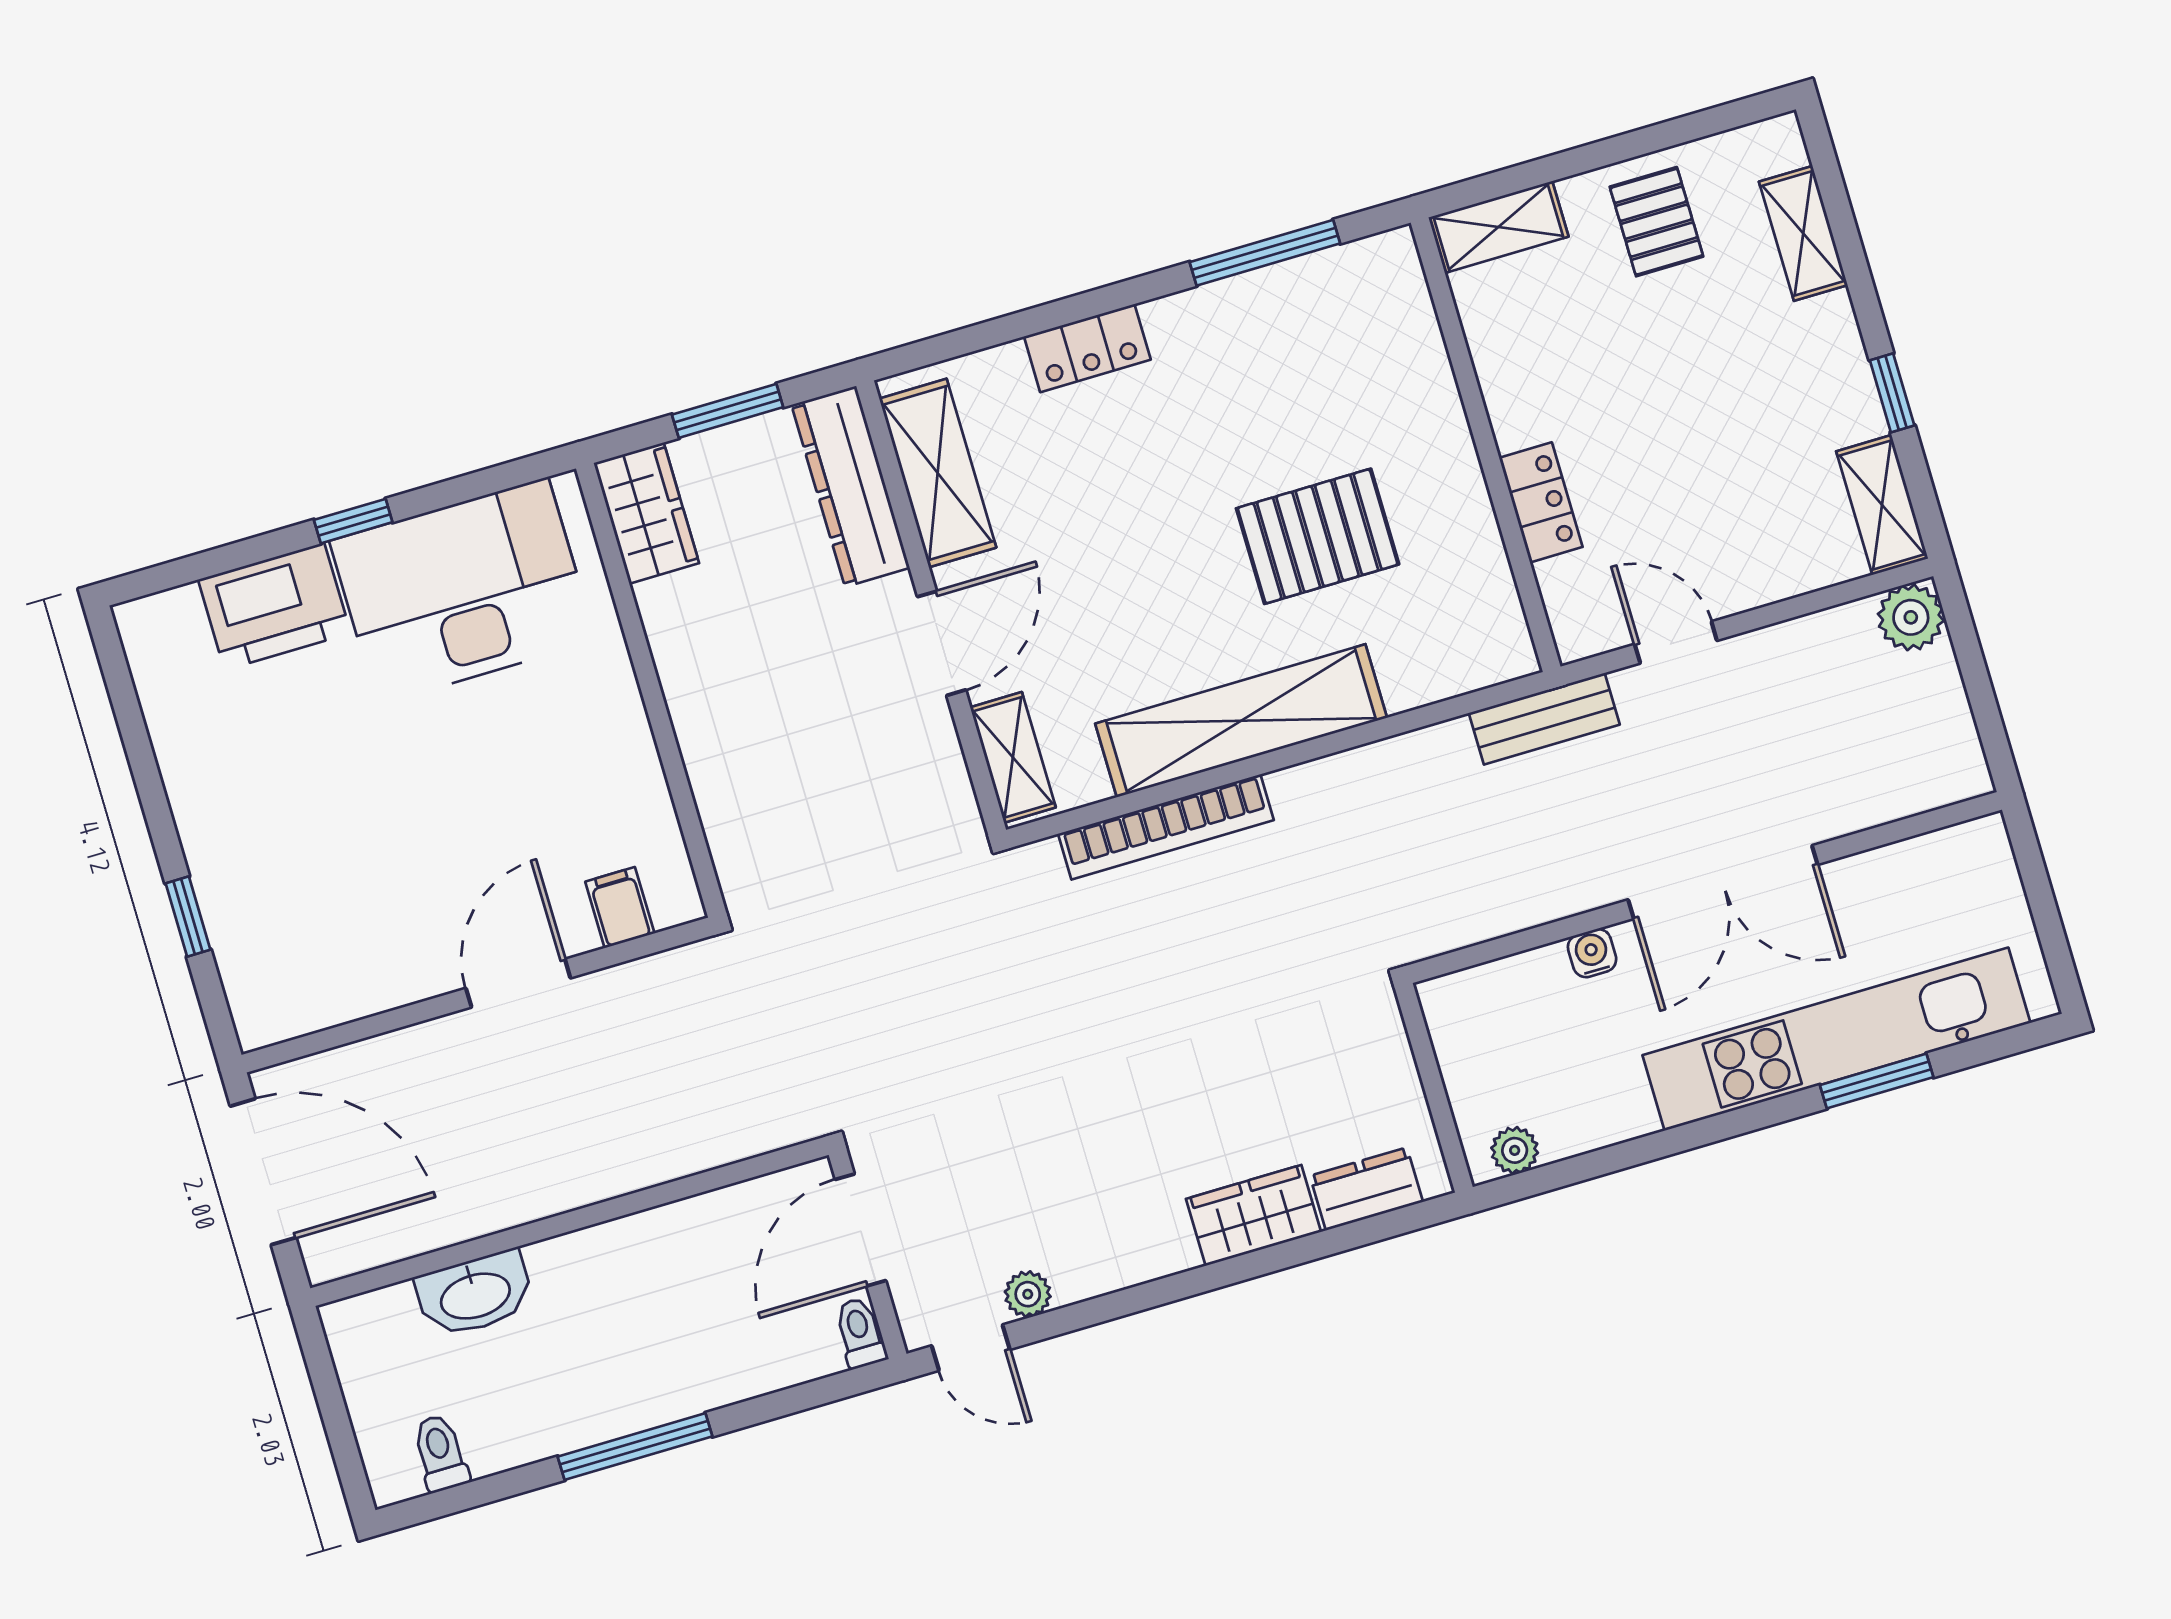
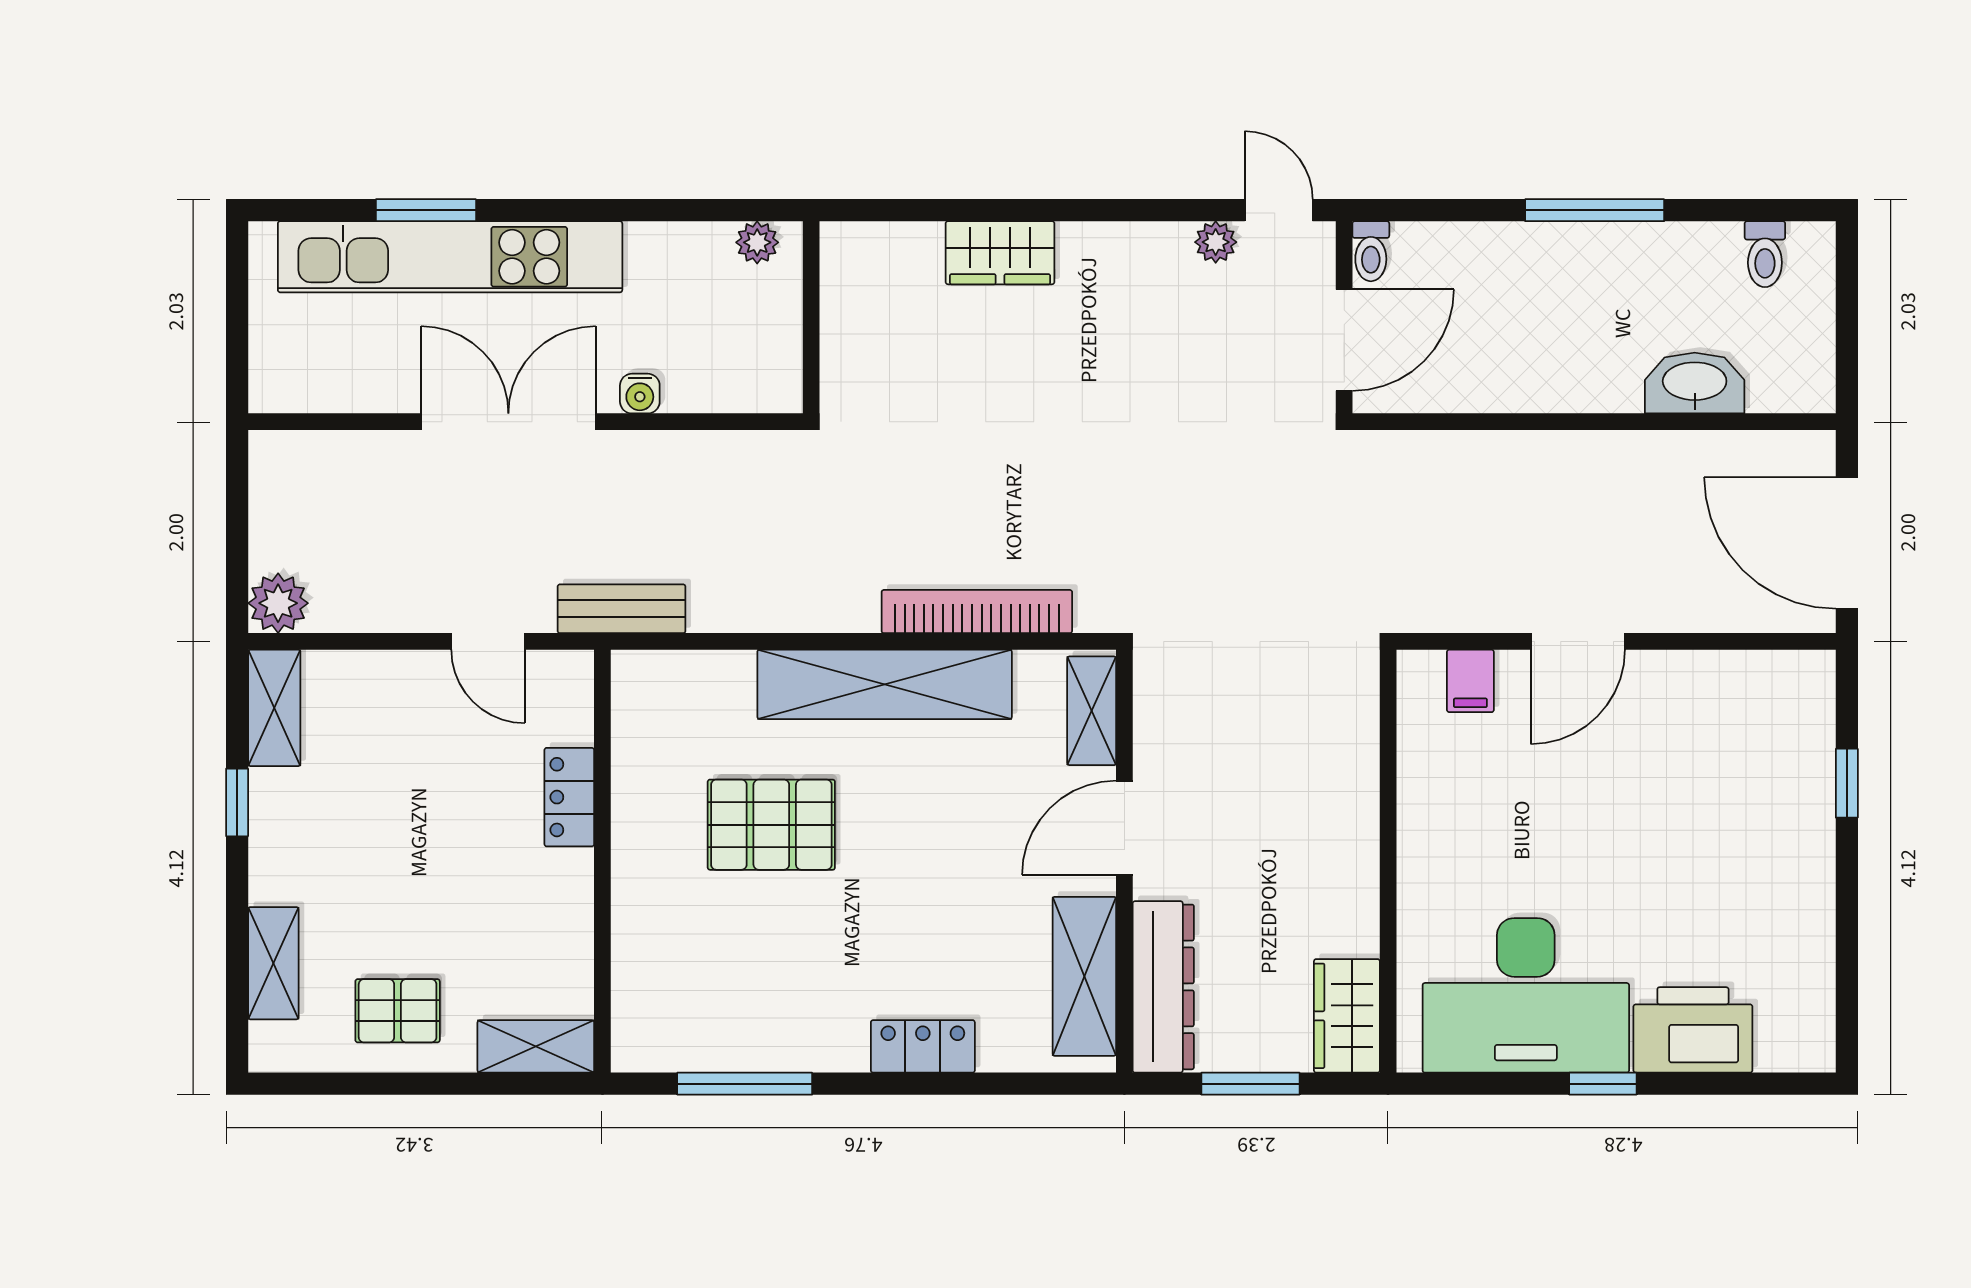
pallet: (1656, 222) -> (398, 1011), turned 90
dresser: (1366, 1189) -> (895, 247), removed

